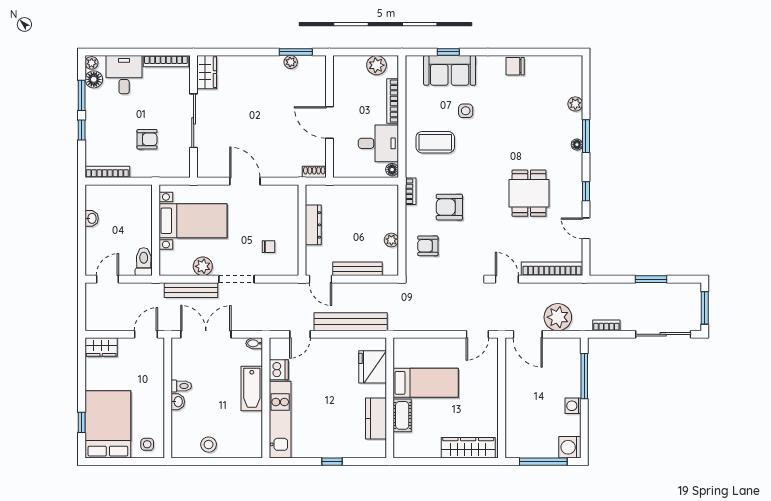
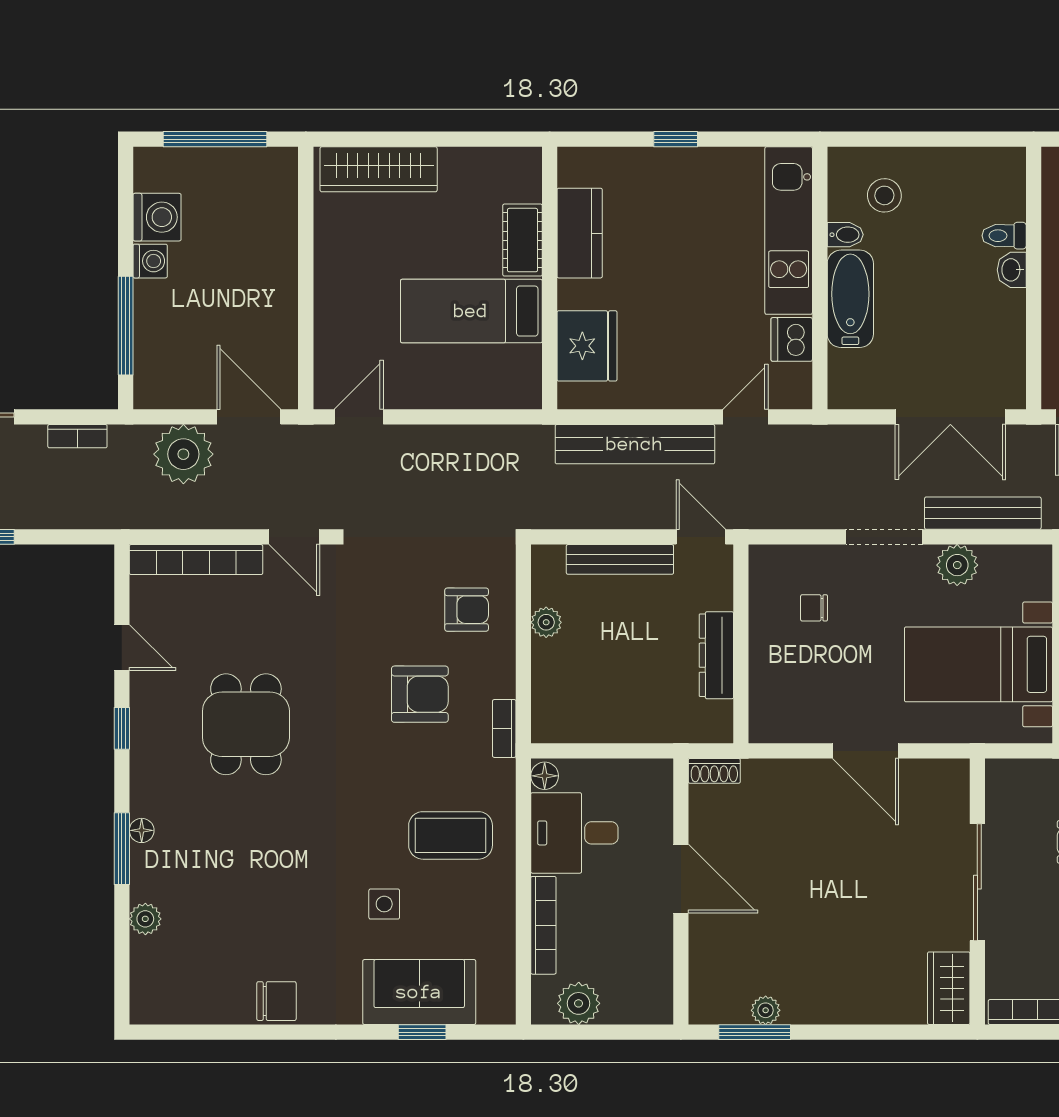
bidet: (254, 343) -> (845, 235), moved
toilet: (181, 386) -> (1004, 236), moved
stool: (209, 445) -> (884, 195), moved
washing machine: (570, 447) -> (157, 217), moved

